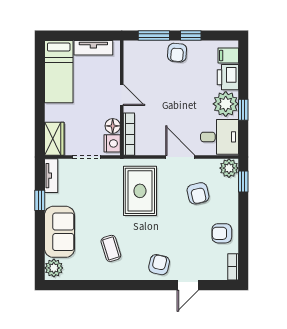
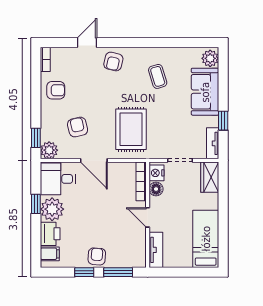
tv unit: (93, 48) -> (156, 250), moved, turned 90

